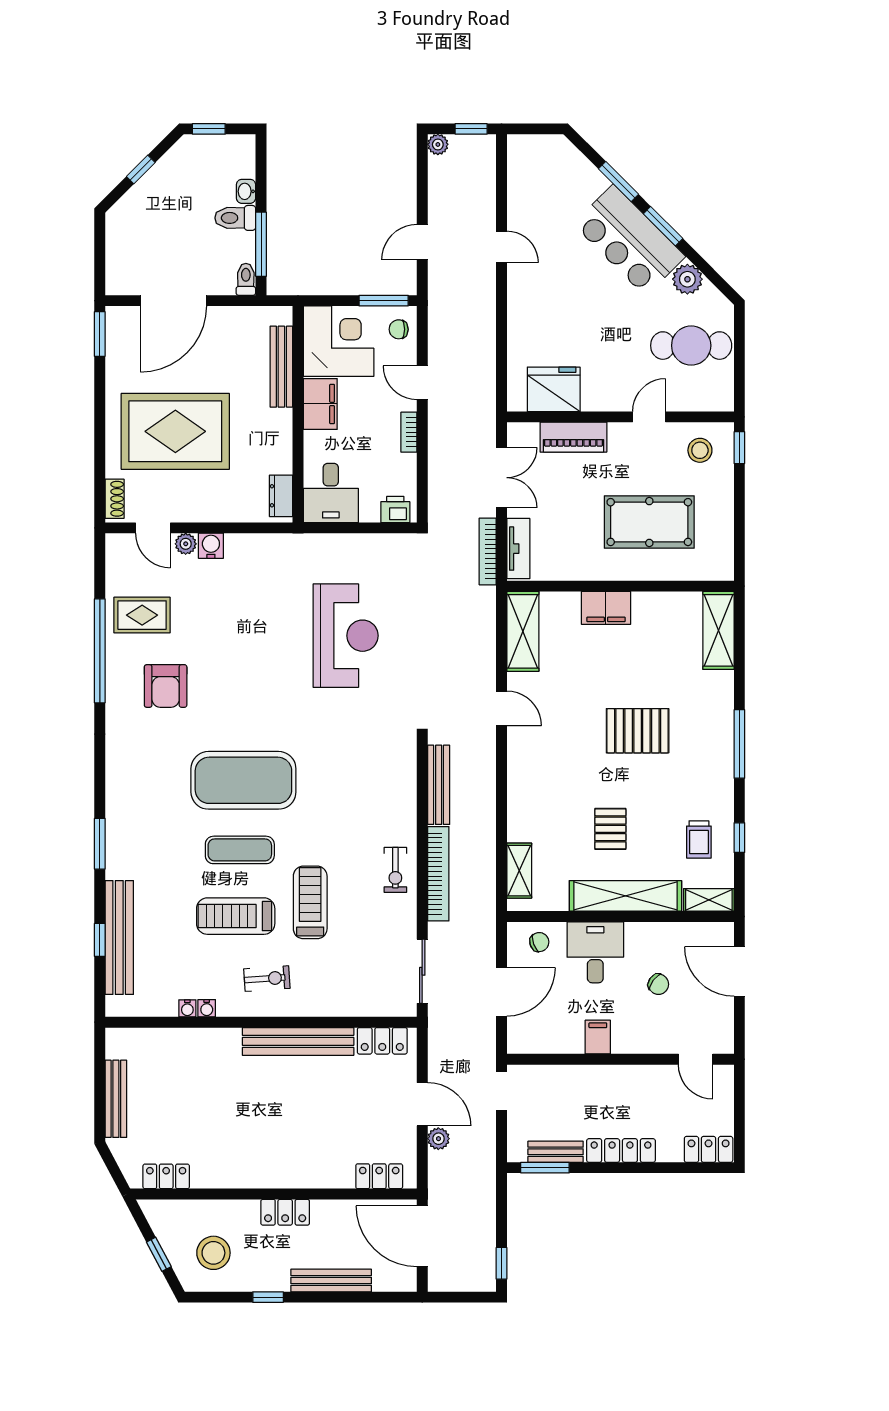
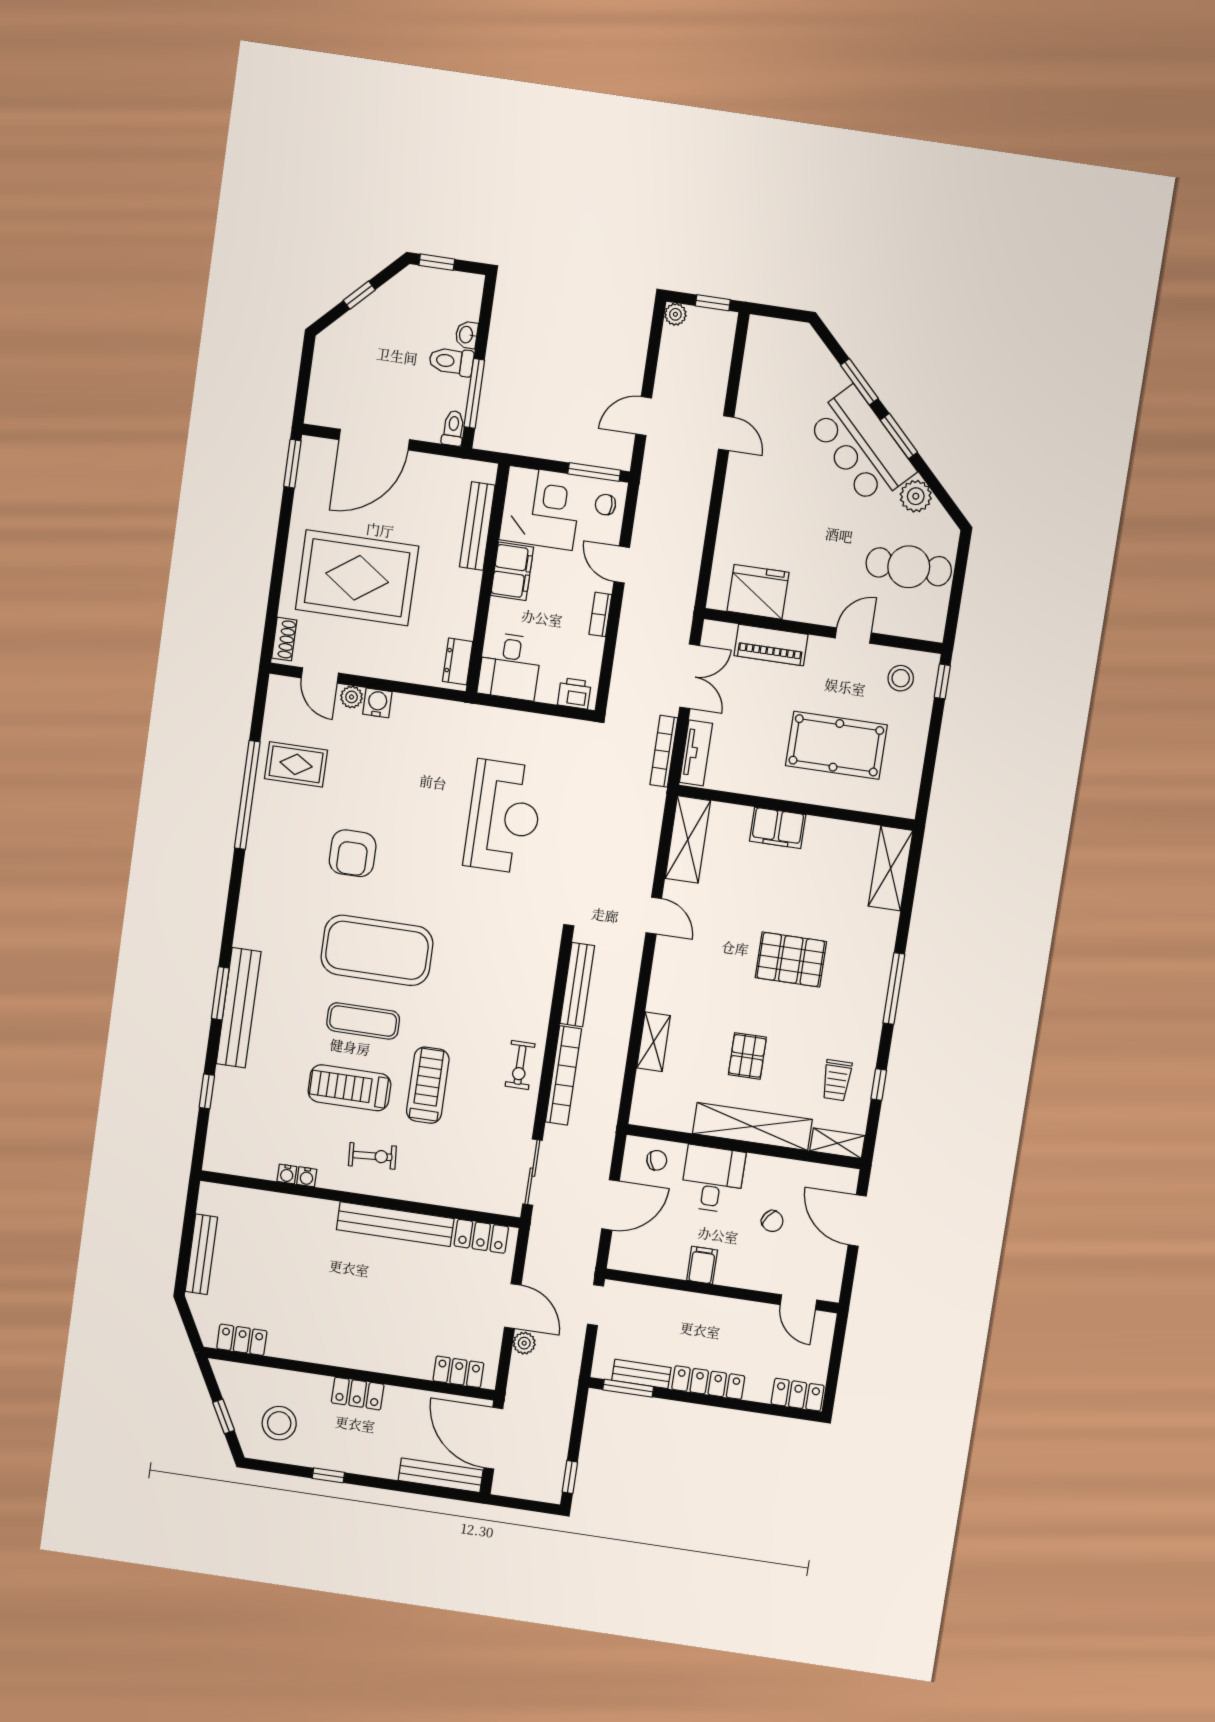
armchair: (166, 686) -> (353, 853), moved
shelving: (519, 871) -> (654, 1042), moved
bench: (119, 938) -> (239, 1008), moved
bench: (331, 1281) -> (441, 1475), moved

